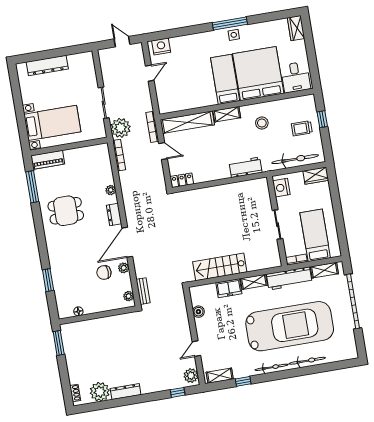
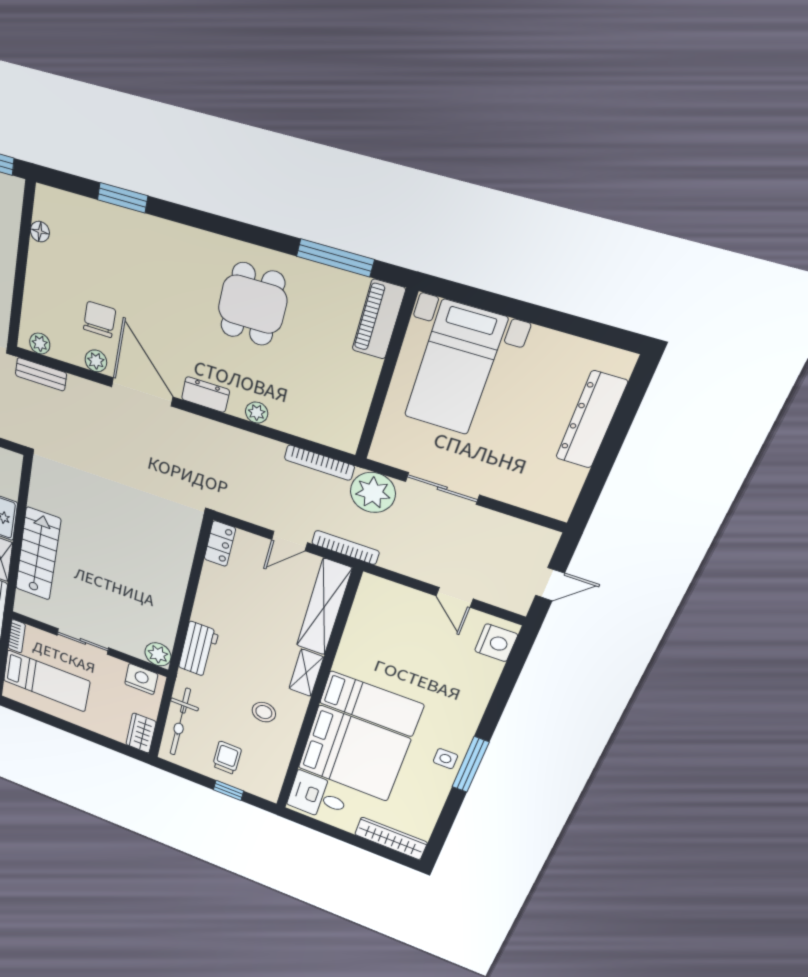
wardrobe: (296, 28) -> (391, 838), width x1.50
plant: (261, 185) -> (158, 654), added
stairs: (220, 267) -> (38, 554), moved

